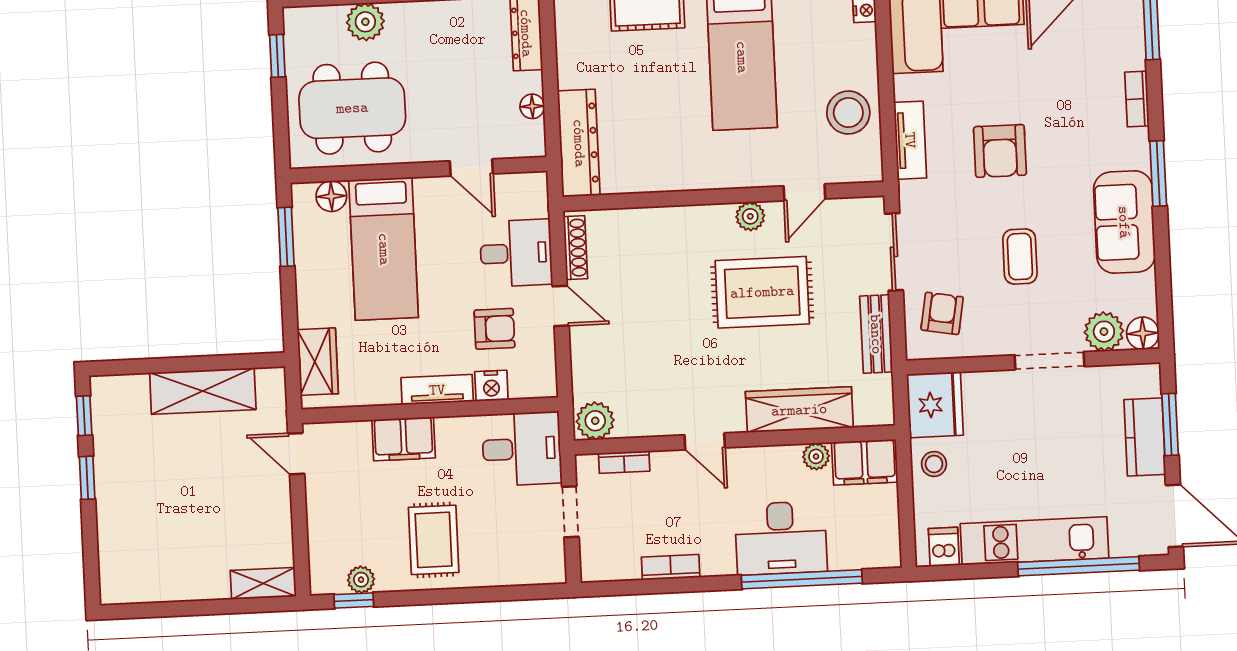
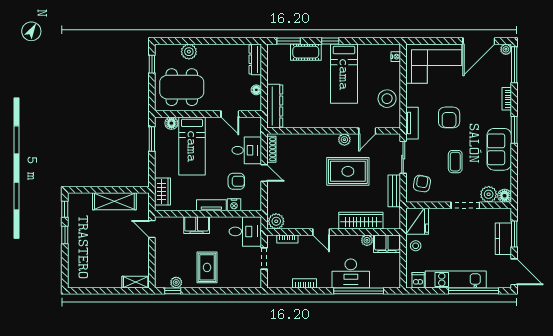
tv unit: (910, 140) -> (412, 123), moved

